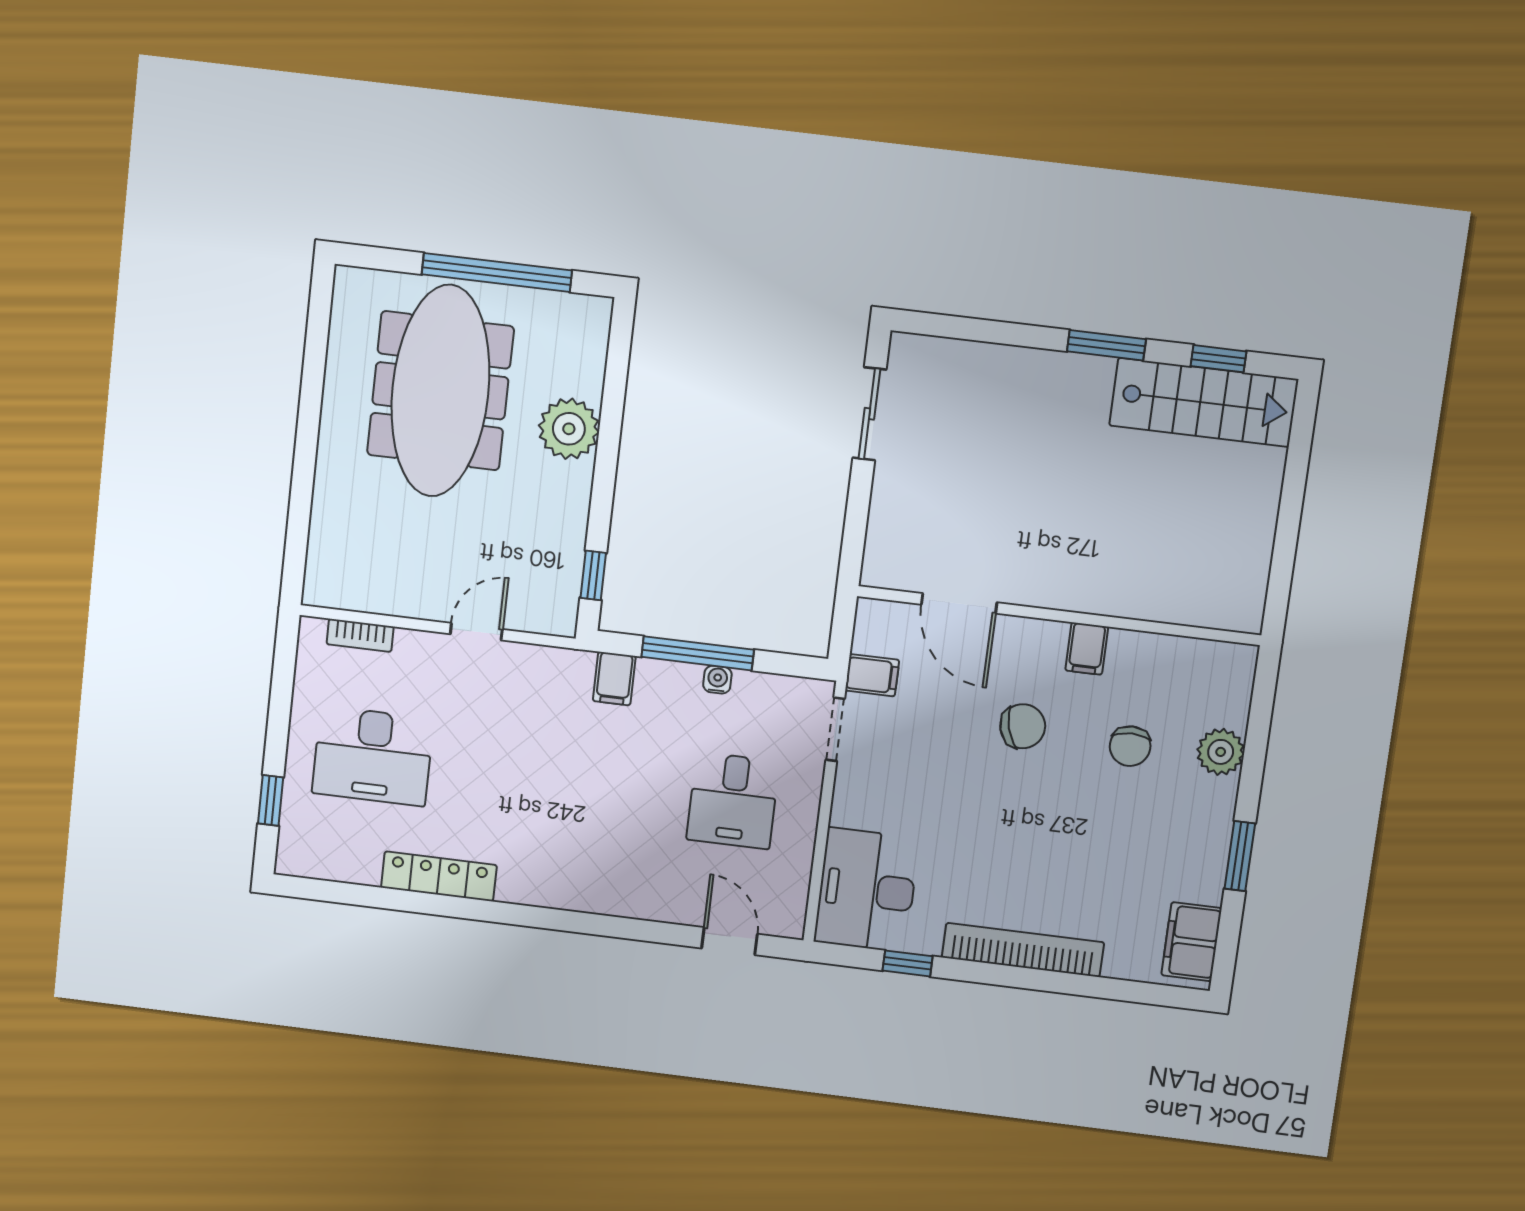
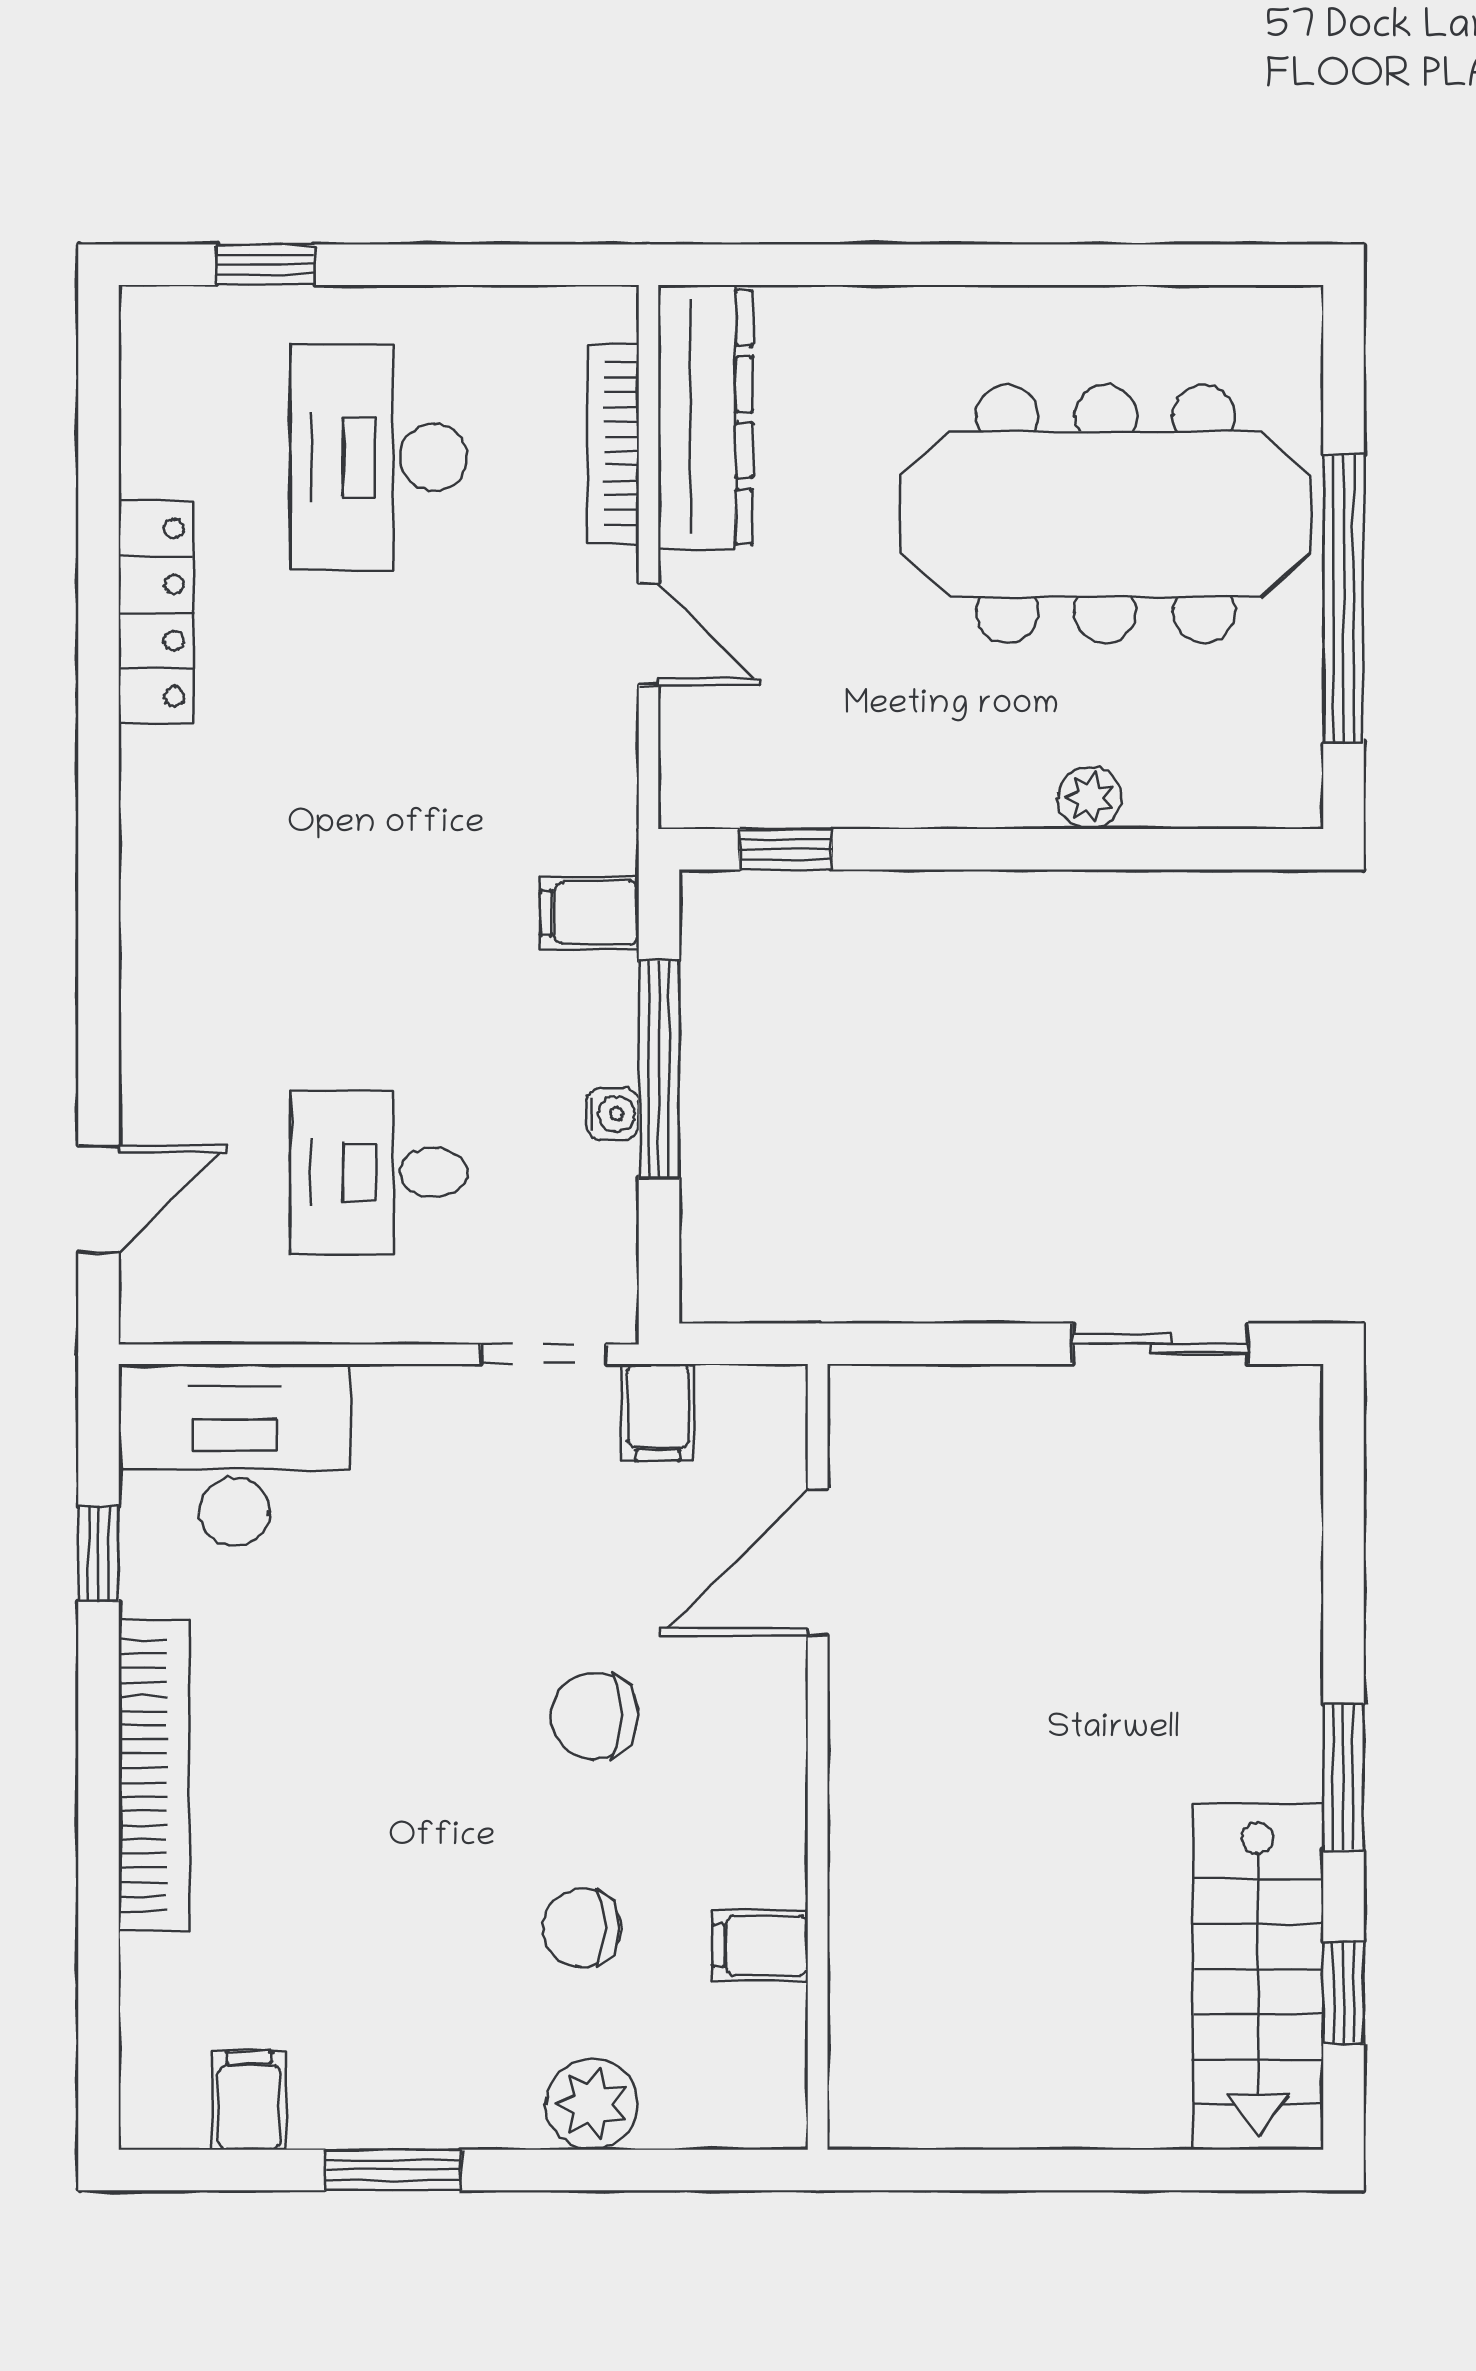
plant: (569, 429) -> (1090, 798), width x0.53, depth x0.53
dresser: (370, 589) -> (705, 417), added
bookcase: (360, 635) -> (613, 444), width x1.56
filing cabinet: (1087, 649) -> (760, 1946), moved
chair: (1023, 726) -> (594, 1716), turned 106
filing cabinet: (1191, 942) -> (249, 2100), width x0.50

